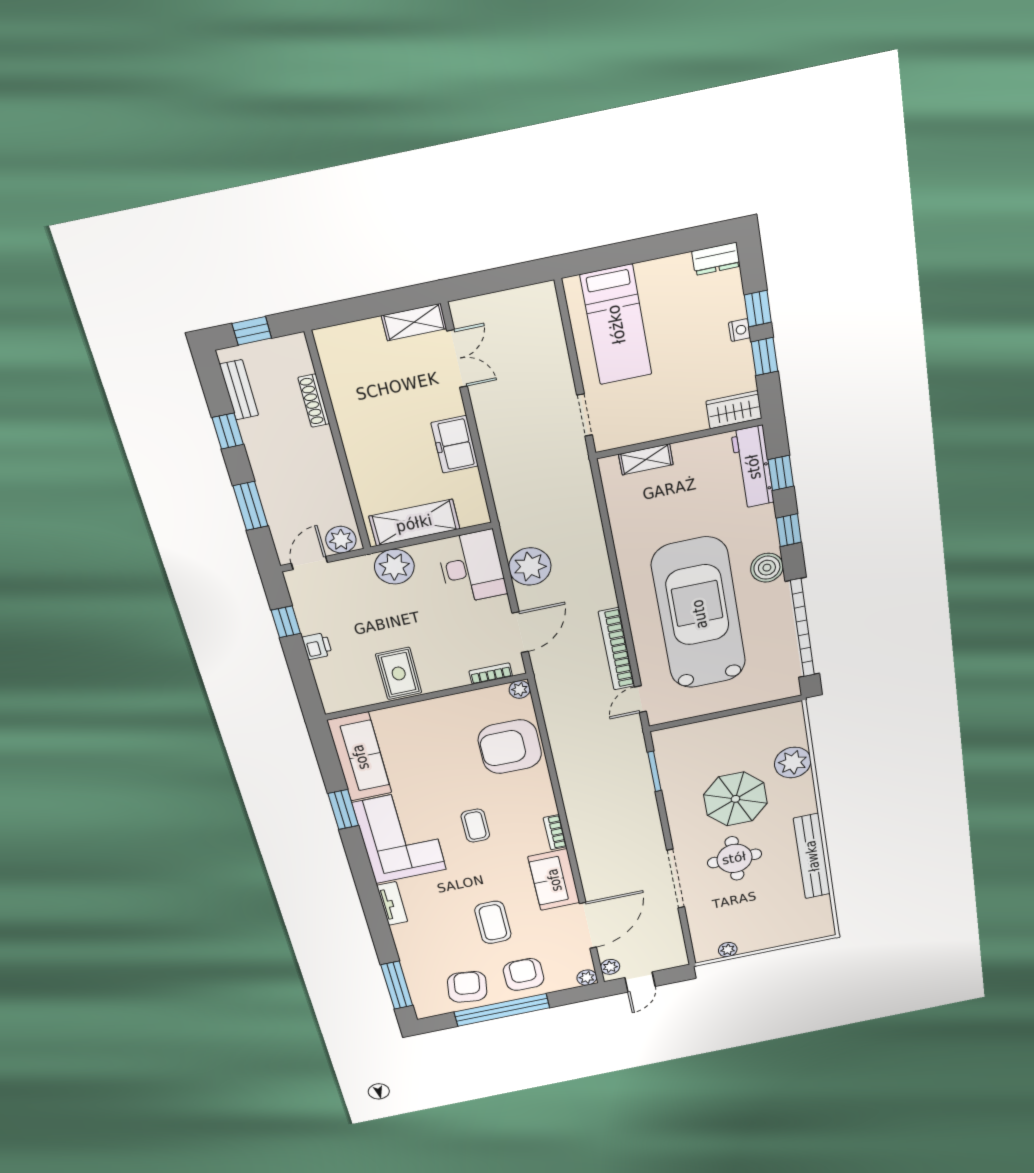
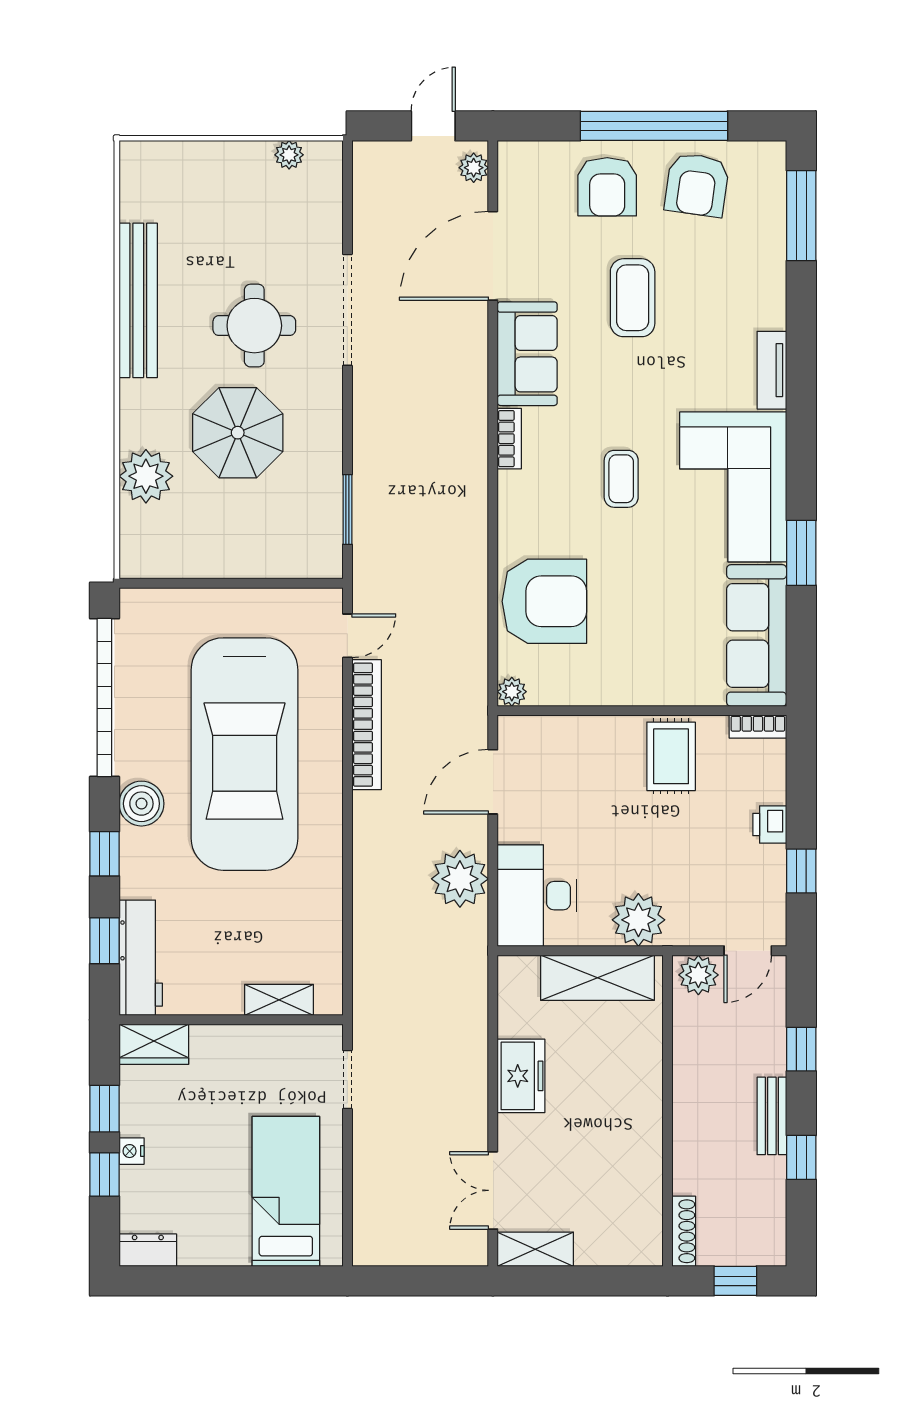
bench: (239, 390) -> (772, 1116), moved
shoe rack: (314, 401) -> (684, 1231), moved
window: (251, 506) -> (801, 1049), width x0.67
bookcase: (491, 674) -> (758, 727), moved
plant: (587, 978) -> (513, 156), removed

